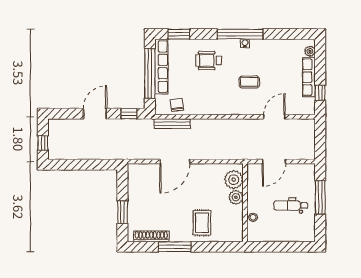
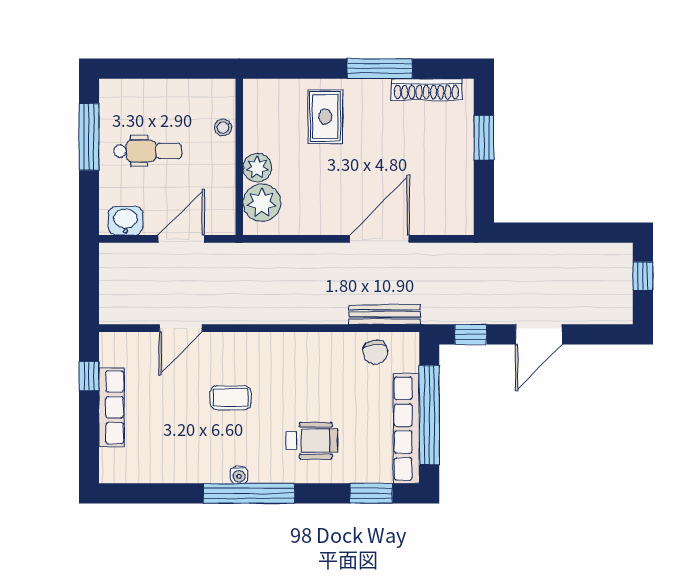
plant: (310, 51) -> (109, 459), removed
washbasin: (302, 171) -> (126, 221), added
window: (320, 197) -> (89, 137), moved

